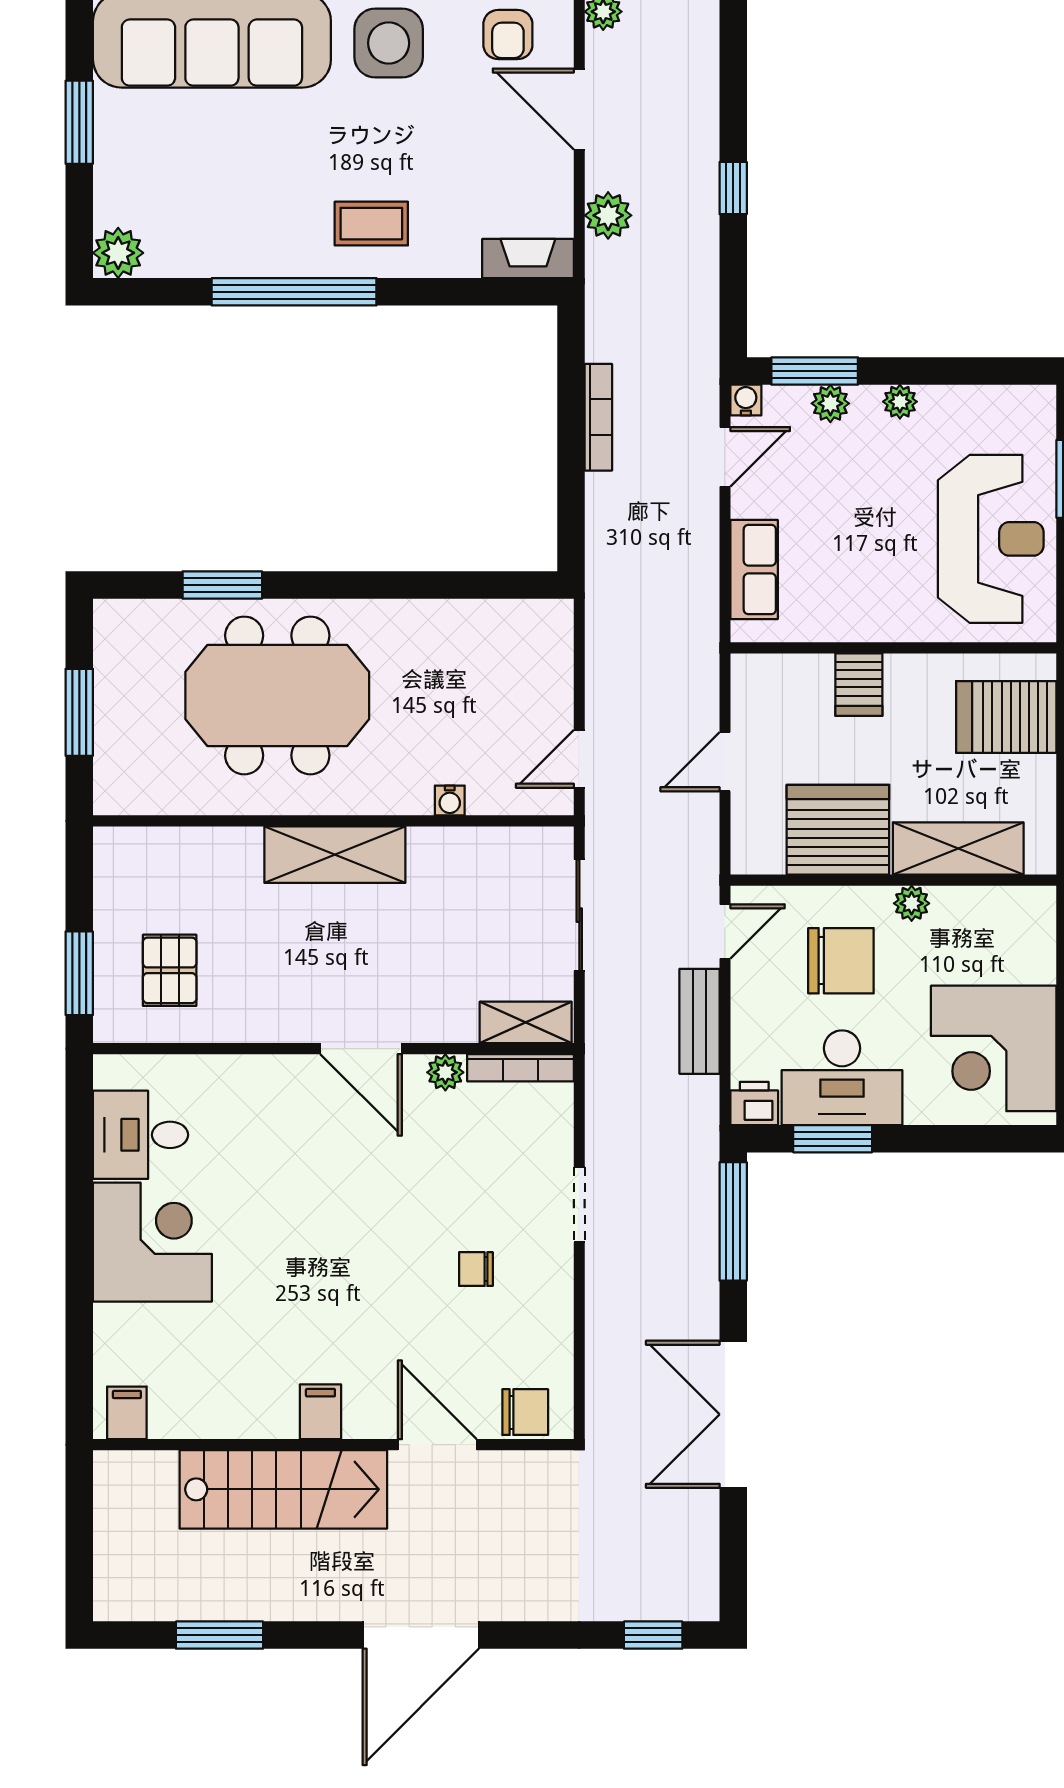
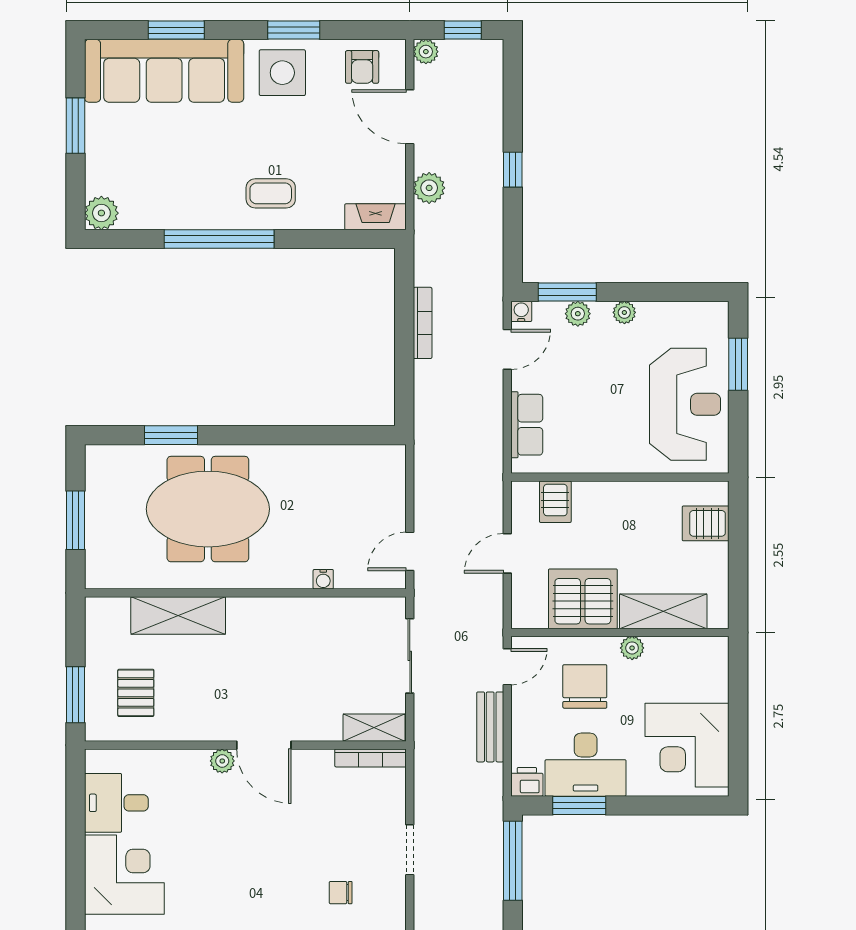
server rack: (859, 685) -> (555, 502), moved
server rack: (1006, 717) -> (706, 523), width x0.73, depth x0.70
shelving: (335, 855) -> (178, 615), moved
chair: (841, 961) -> (585, 686), turned -90
plant: (445, 1072) -> (222, 761), moved

